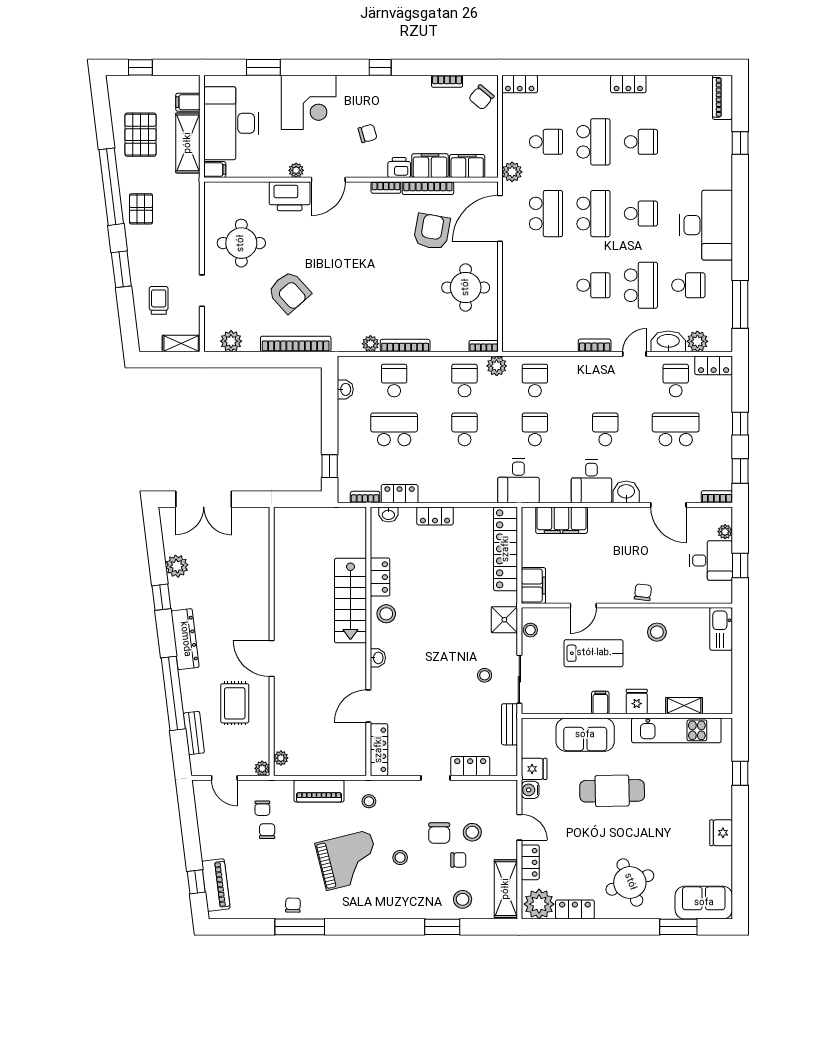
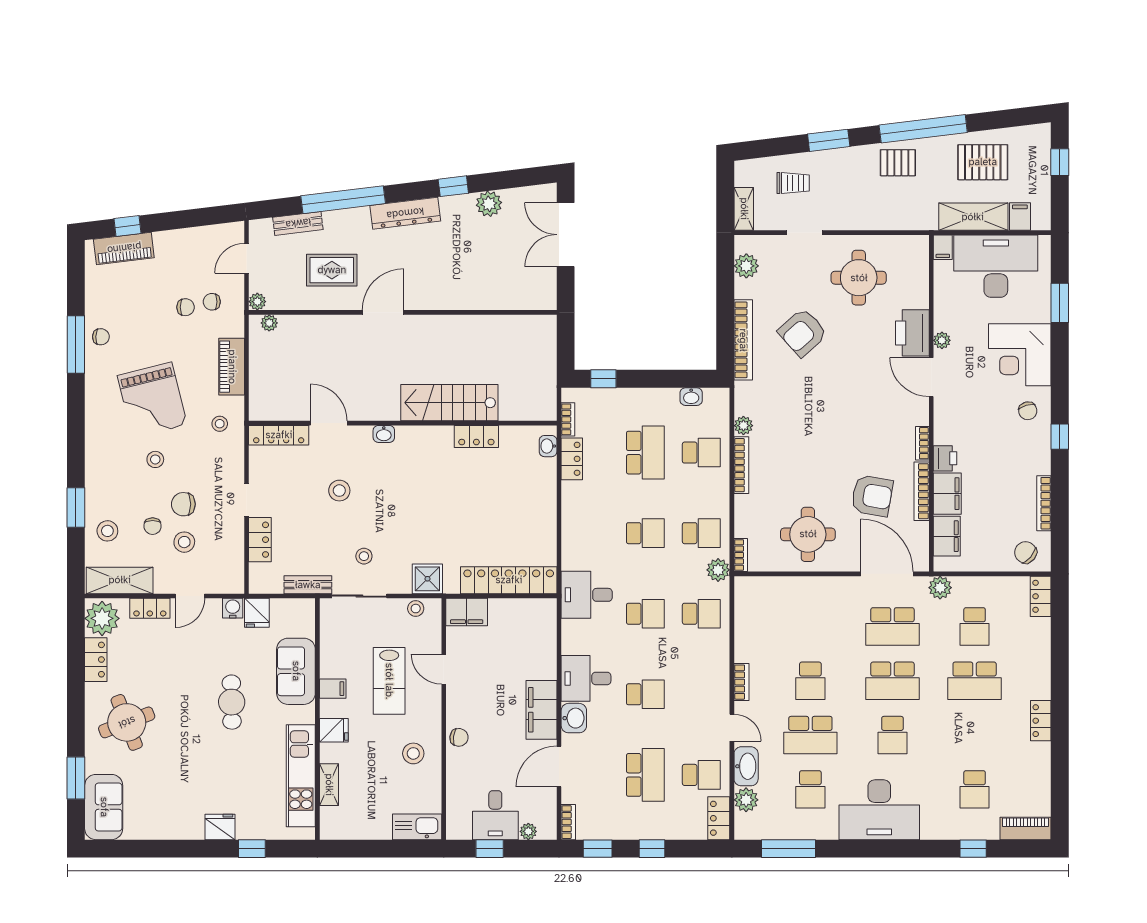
bookcase: (447, 81) -> (1044, 503), width x1.56
chair: (368, 133) -> (1028, 411), moved
school desk: (641, 142) -> (975, 789), moved
locker: (435, 516) -> (546, 499), removed
filing cabinet: (562, 520) -> (541, 710), moved
stool: (386, 614) -> (339, 491), moved
cafe table: (612, 791) -> (232, 702), width x0.73, depth x0.74
fridge: (721, 833) -> (220, 827), moved

